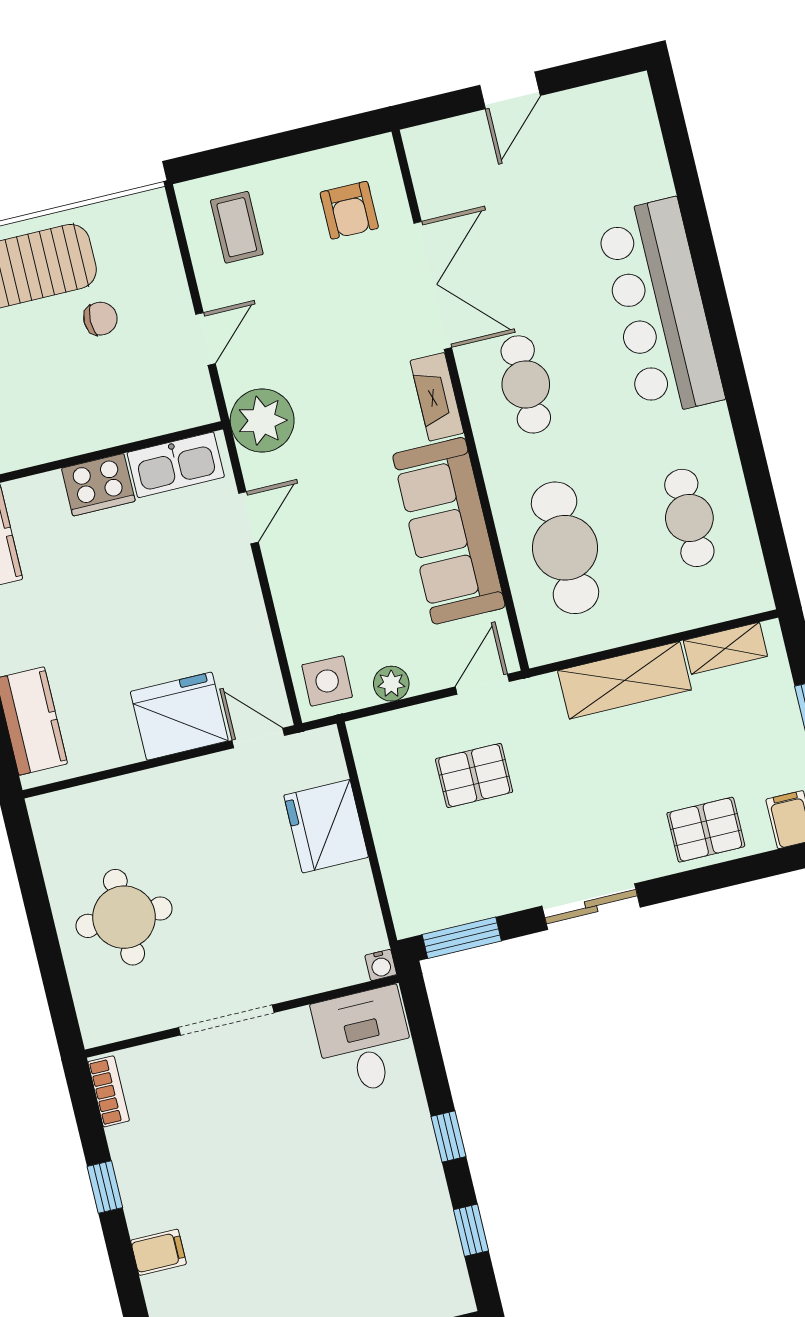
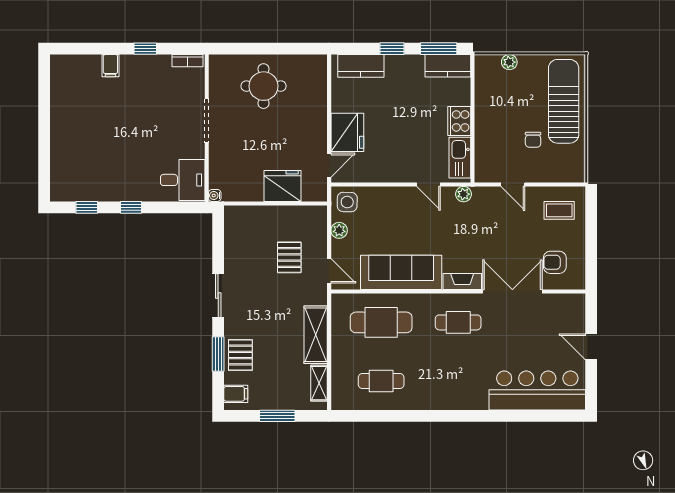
double door: (433, 285) -> (512, 291), swing flipped
bar counter: (660, 308) -> (537, 390), moved
plant: (262, 420) -> (464, 194), width x0.53, depth x0.53
window: (462, 938) -> (218, 354), moved

